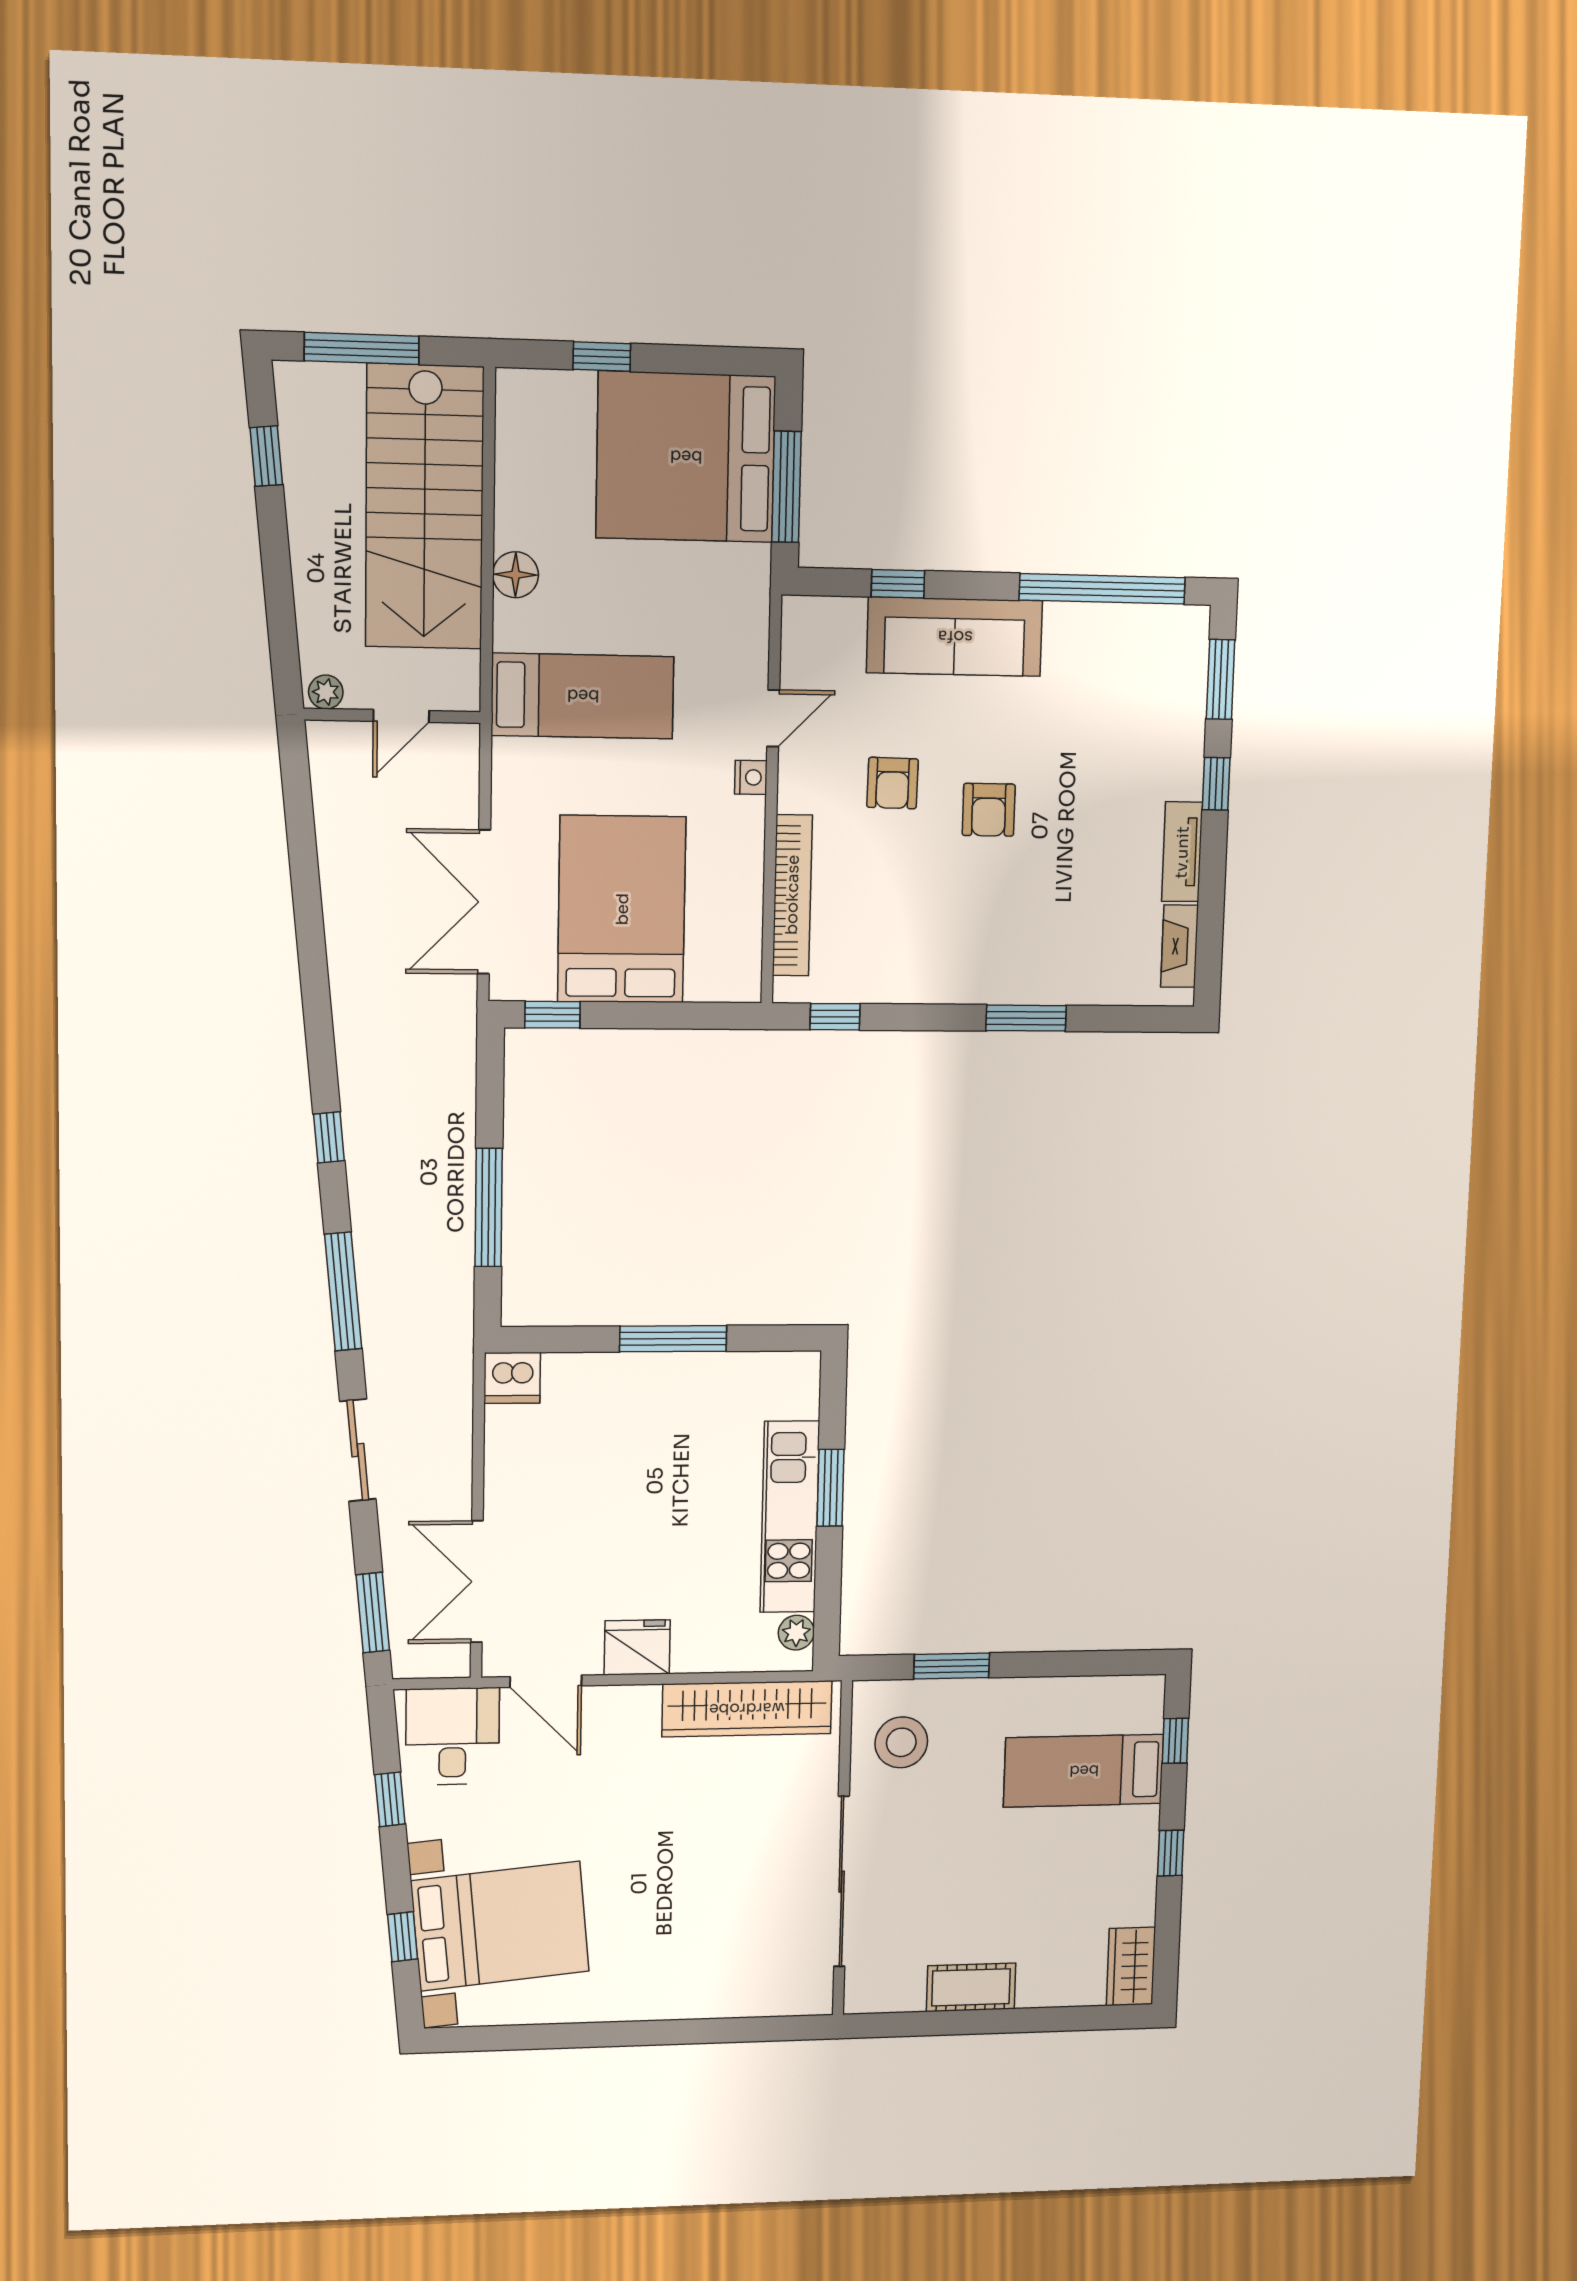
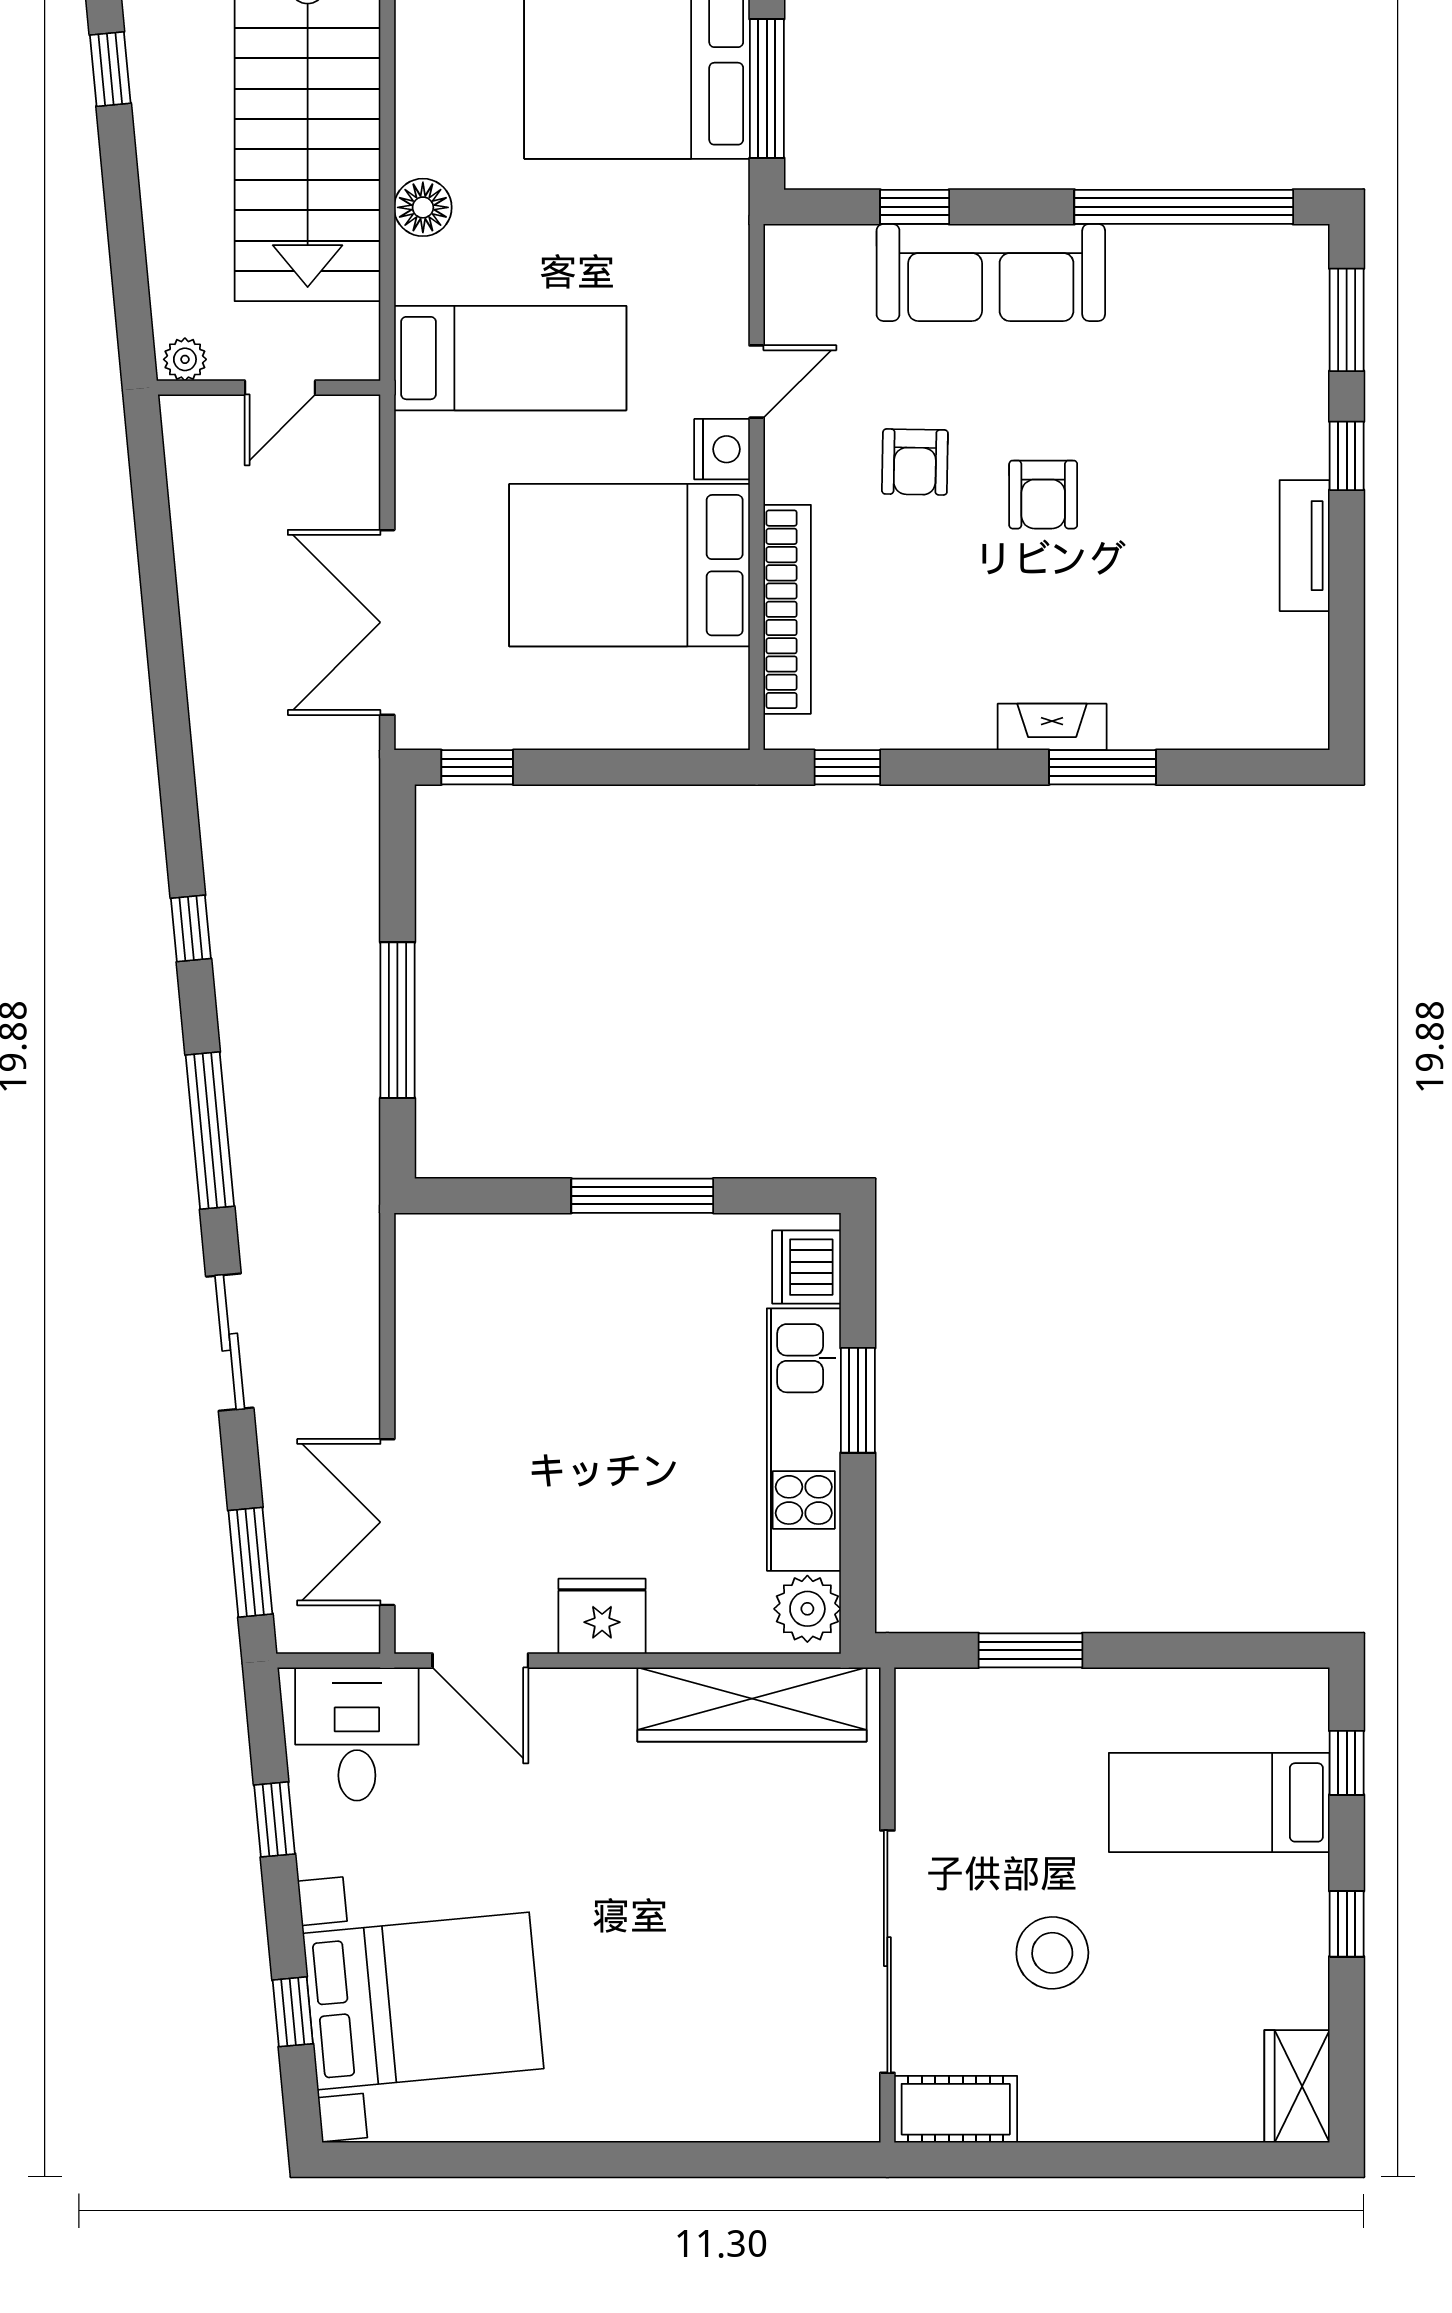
nightstand: (751, 777) -> (722, 449), width x1.39, depth x1.35
bed: (622, 909) -> (629, 565), moved, turned -90
fireplace: (1180, 946) -> (1052, 727), moved, turned 90
dishwasher: (512, 1378) -> (807, 1267), moved, turned 90
plant: (796, 1633) -> (807, 1609), width x1.38, depth x1.38
stool: (901, 1742) -> (1052, 1953), moved
cot: (971, 1987) -> (956, 2109), moved

